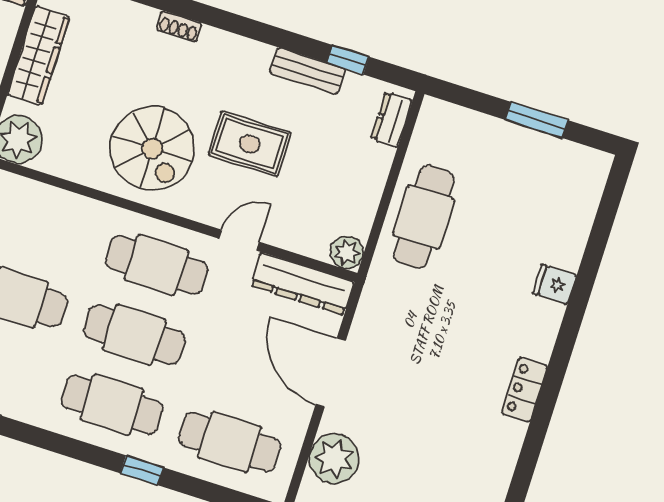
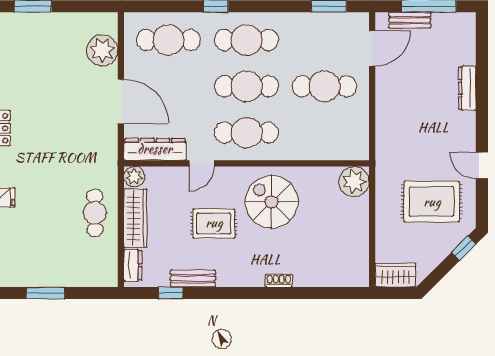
wardrobe: (39, 56) -> (135, 218), moved, turned 180
cafe table: (424, 217) -> (95, 213), width x0.73, depth x0.74

